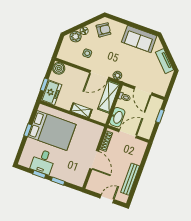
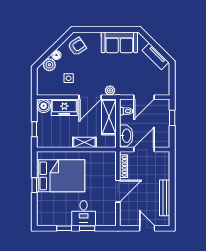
door: (143, 91) -> (144, 97), hinge flipped
freezer: (51, 93) -> (64, 107), moved, turned 90
door: (94, 160) -> (118, 191), hinge flipped
desk: (43, 162) -> (84, 213), moved
door: (107, 199) -> (147, 228), hinge flipped

